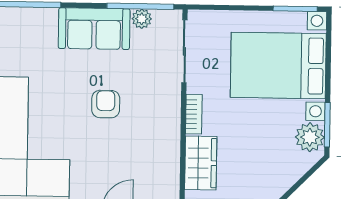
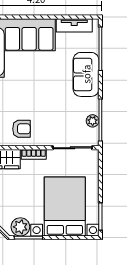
sofa: (94, 29) -> (86, 74), moved
armchair: (106, 104) -> (21, 129), moved

